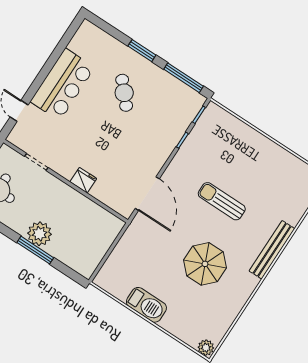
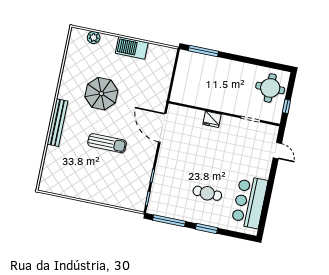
bar counter: (62, 84) -> (250, 202), moved
cafe table: (124, 93) -> (207, 193), turned -46
plant: (39, 234) -> (228, 69), removed
window: (35, 250) -> (203, 51), moved
plant: (206, 348) -> (94, 38), moved

